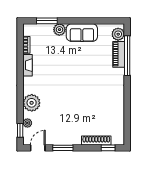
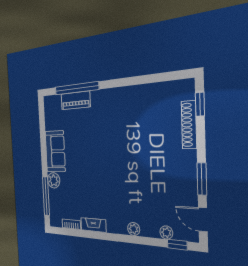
window: (47, 21) -> (46, 196), width x1.44
plant: (118, 34) -> (54, 103), removed
plant: (32, 103) -> (134, 229), width x0.53, depth x0.53

